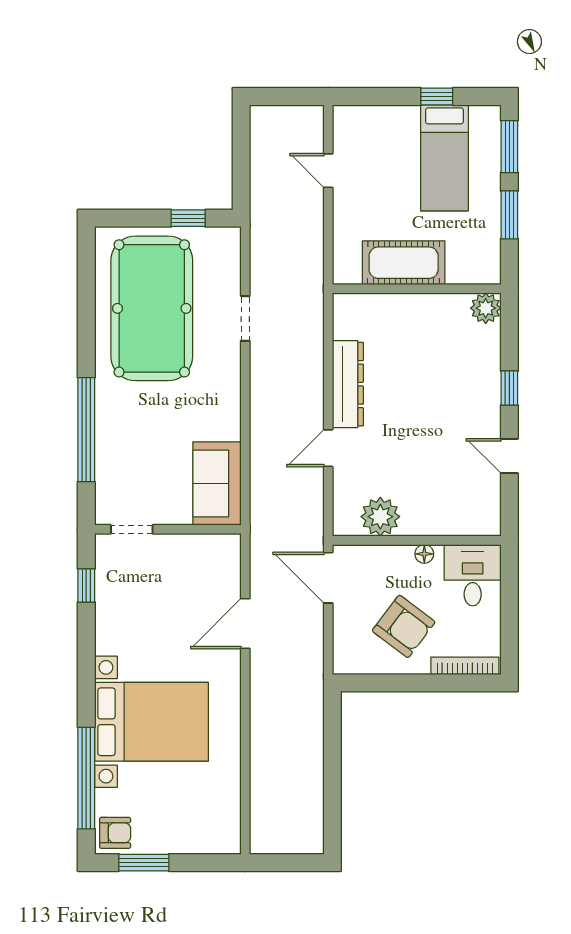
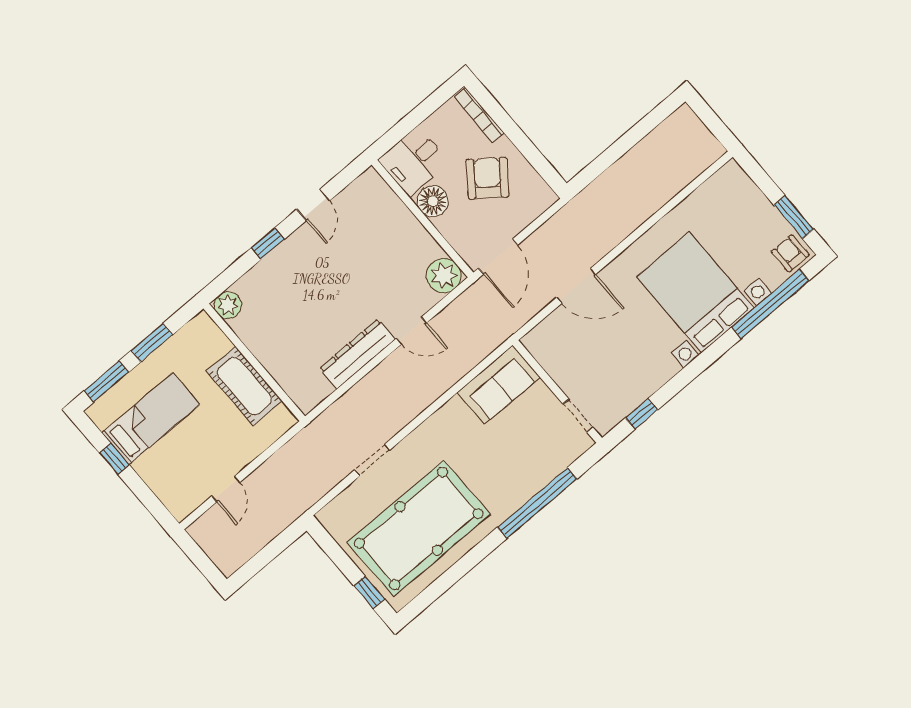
window: (188, 218) -> (369, 592), moved
plant: (380, 517) -> (444, 276), moved
floor lamp: (424, 554) -> (433, 201), width x1.89, depth x1.89

